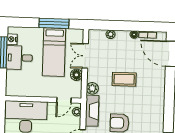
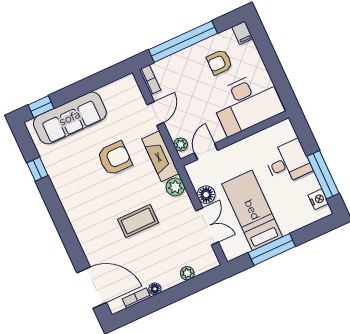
desk: (19, 58) -> (288, 162), moved

